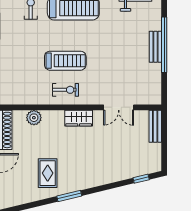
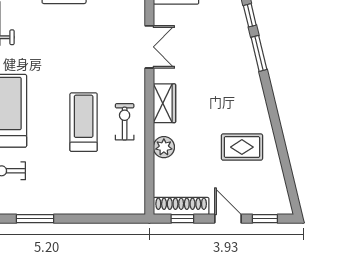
plant: (34, 118) -> (164, 147), moved
window: (69, 196) -> (259, 53), moved

